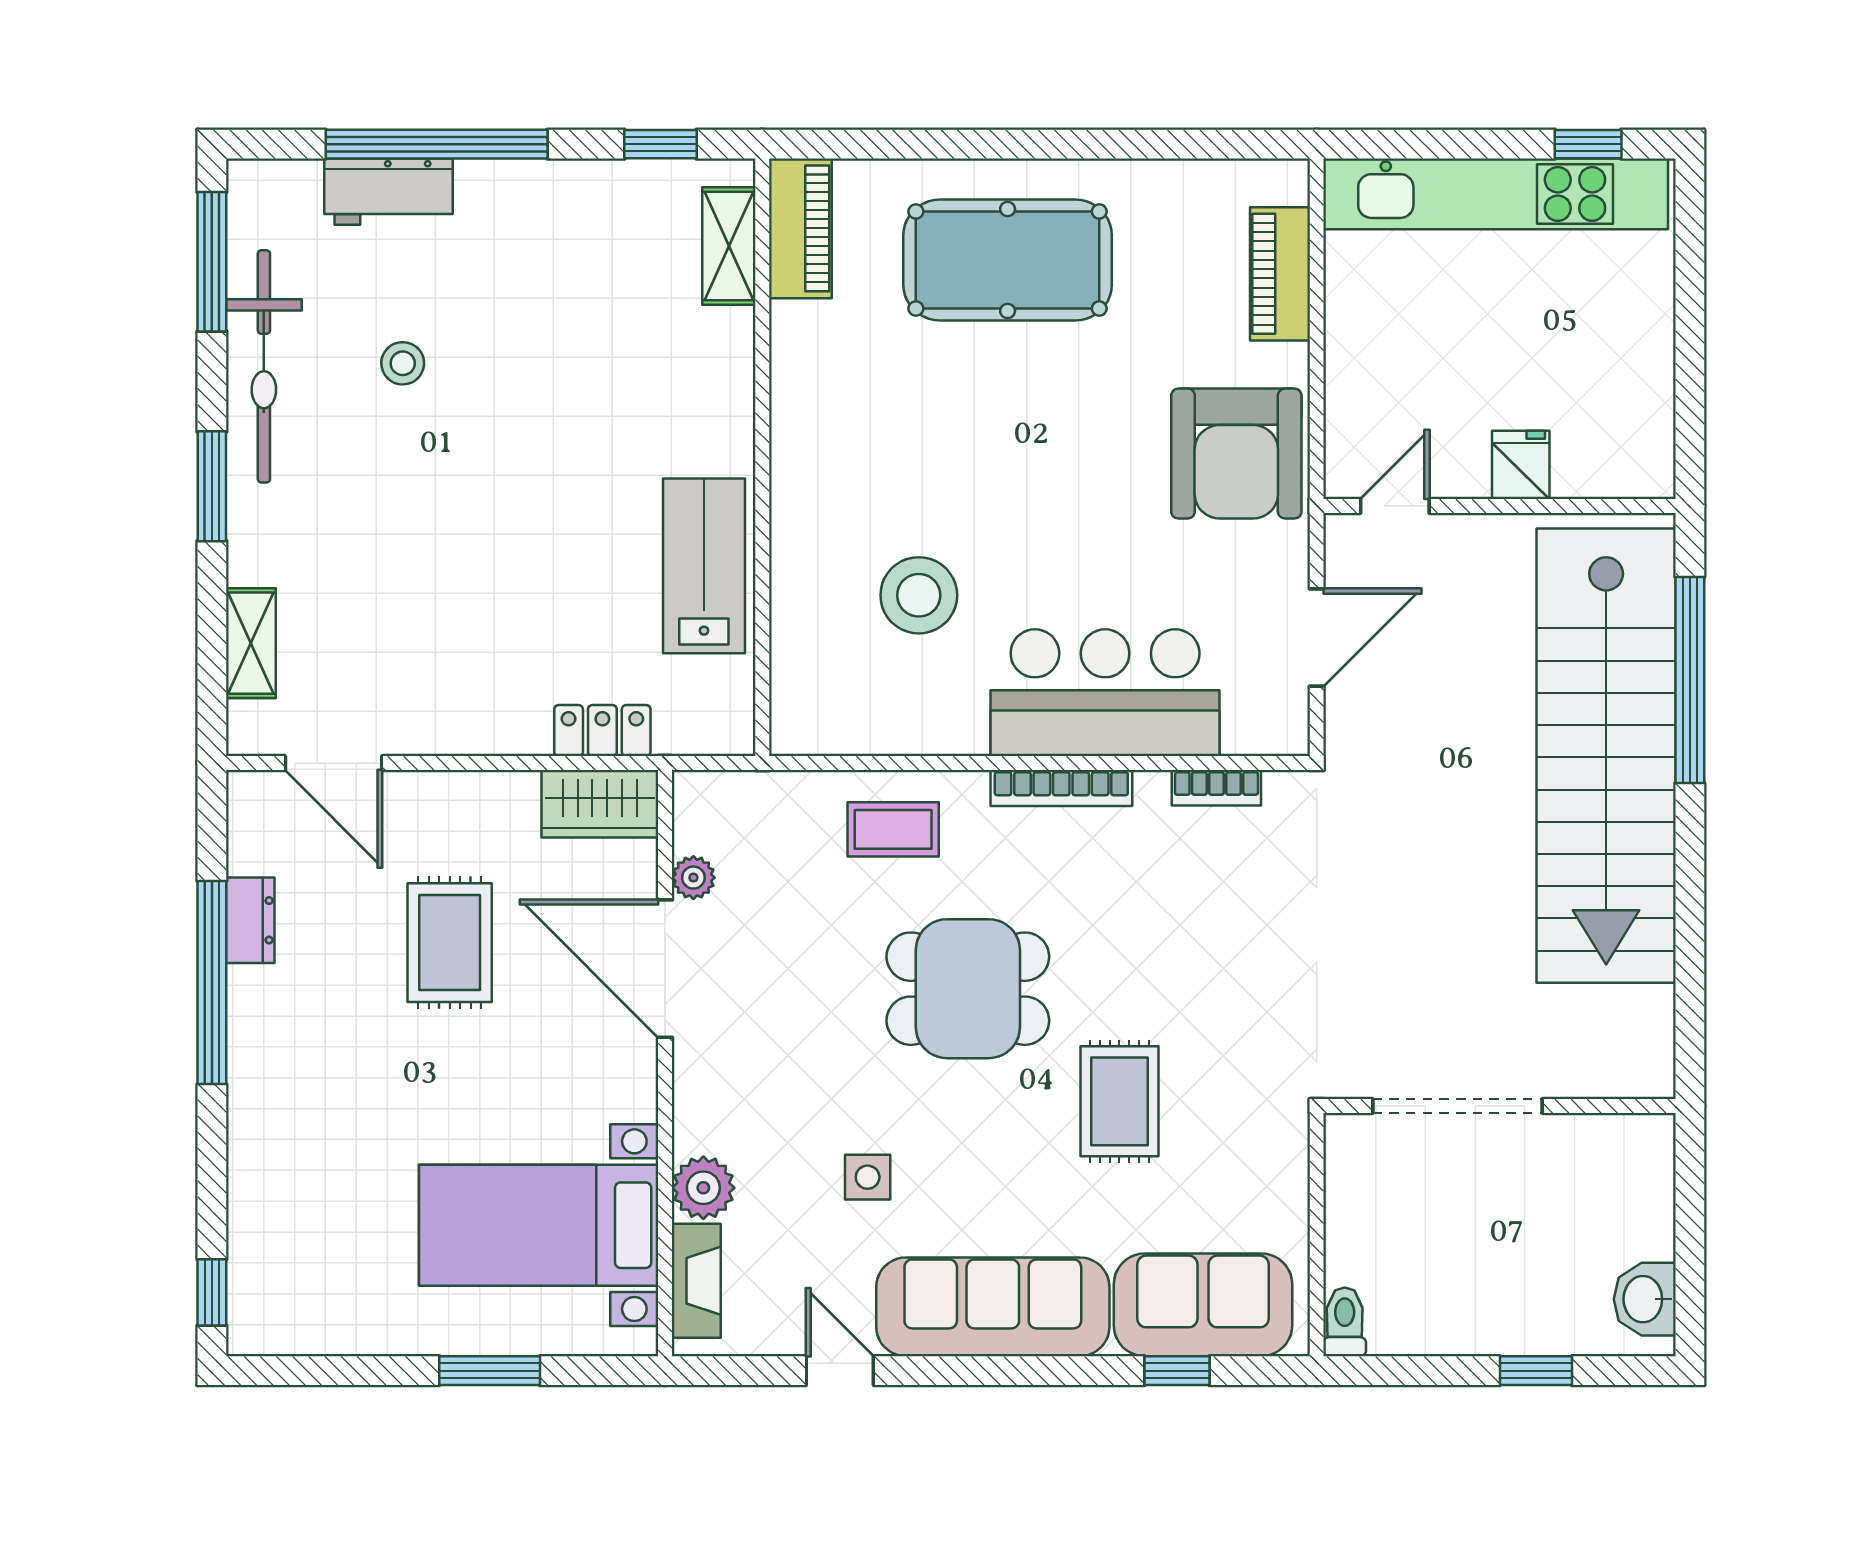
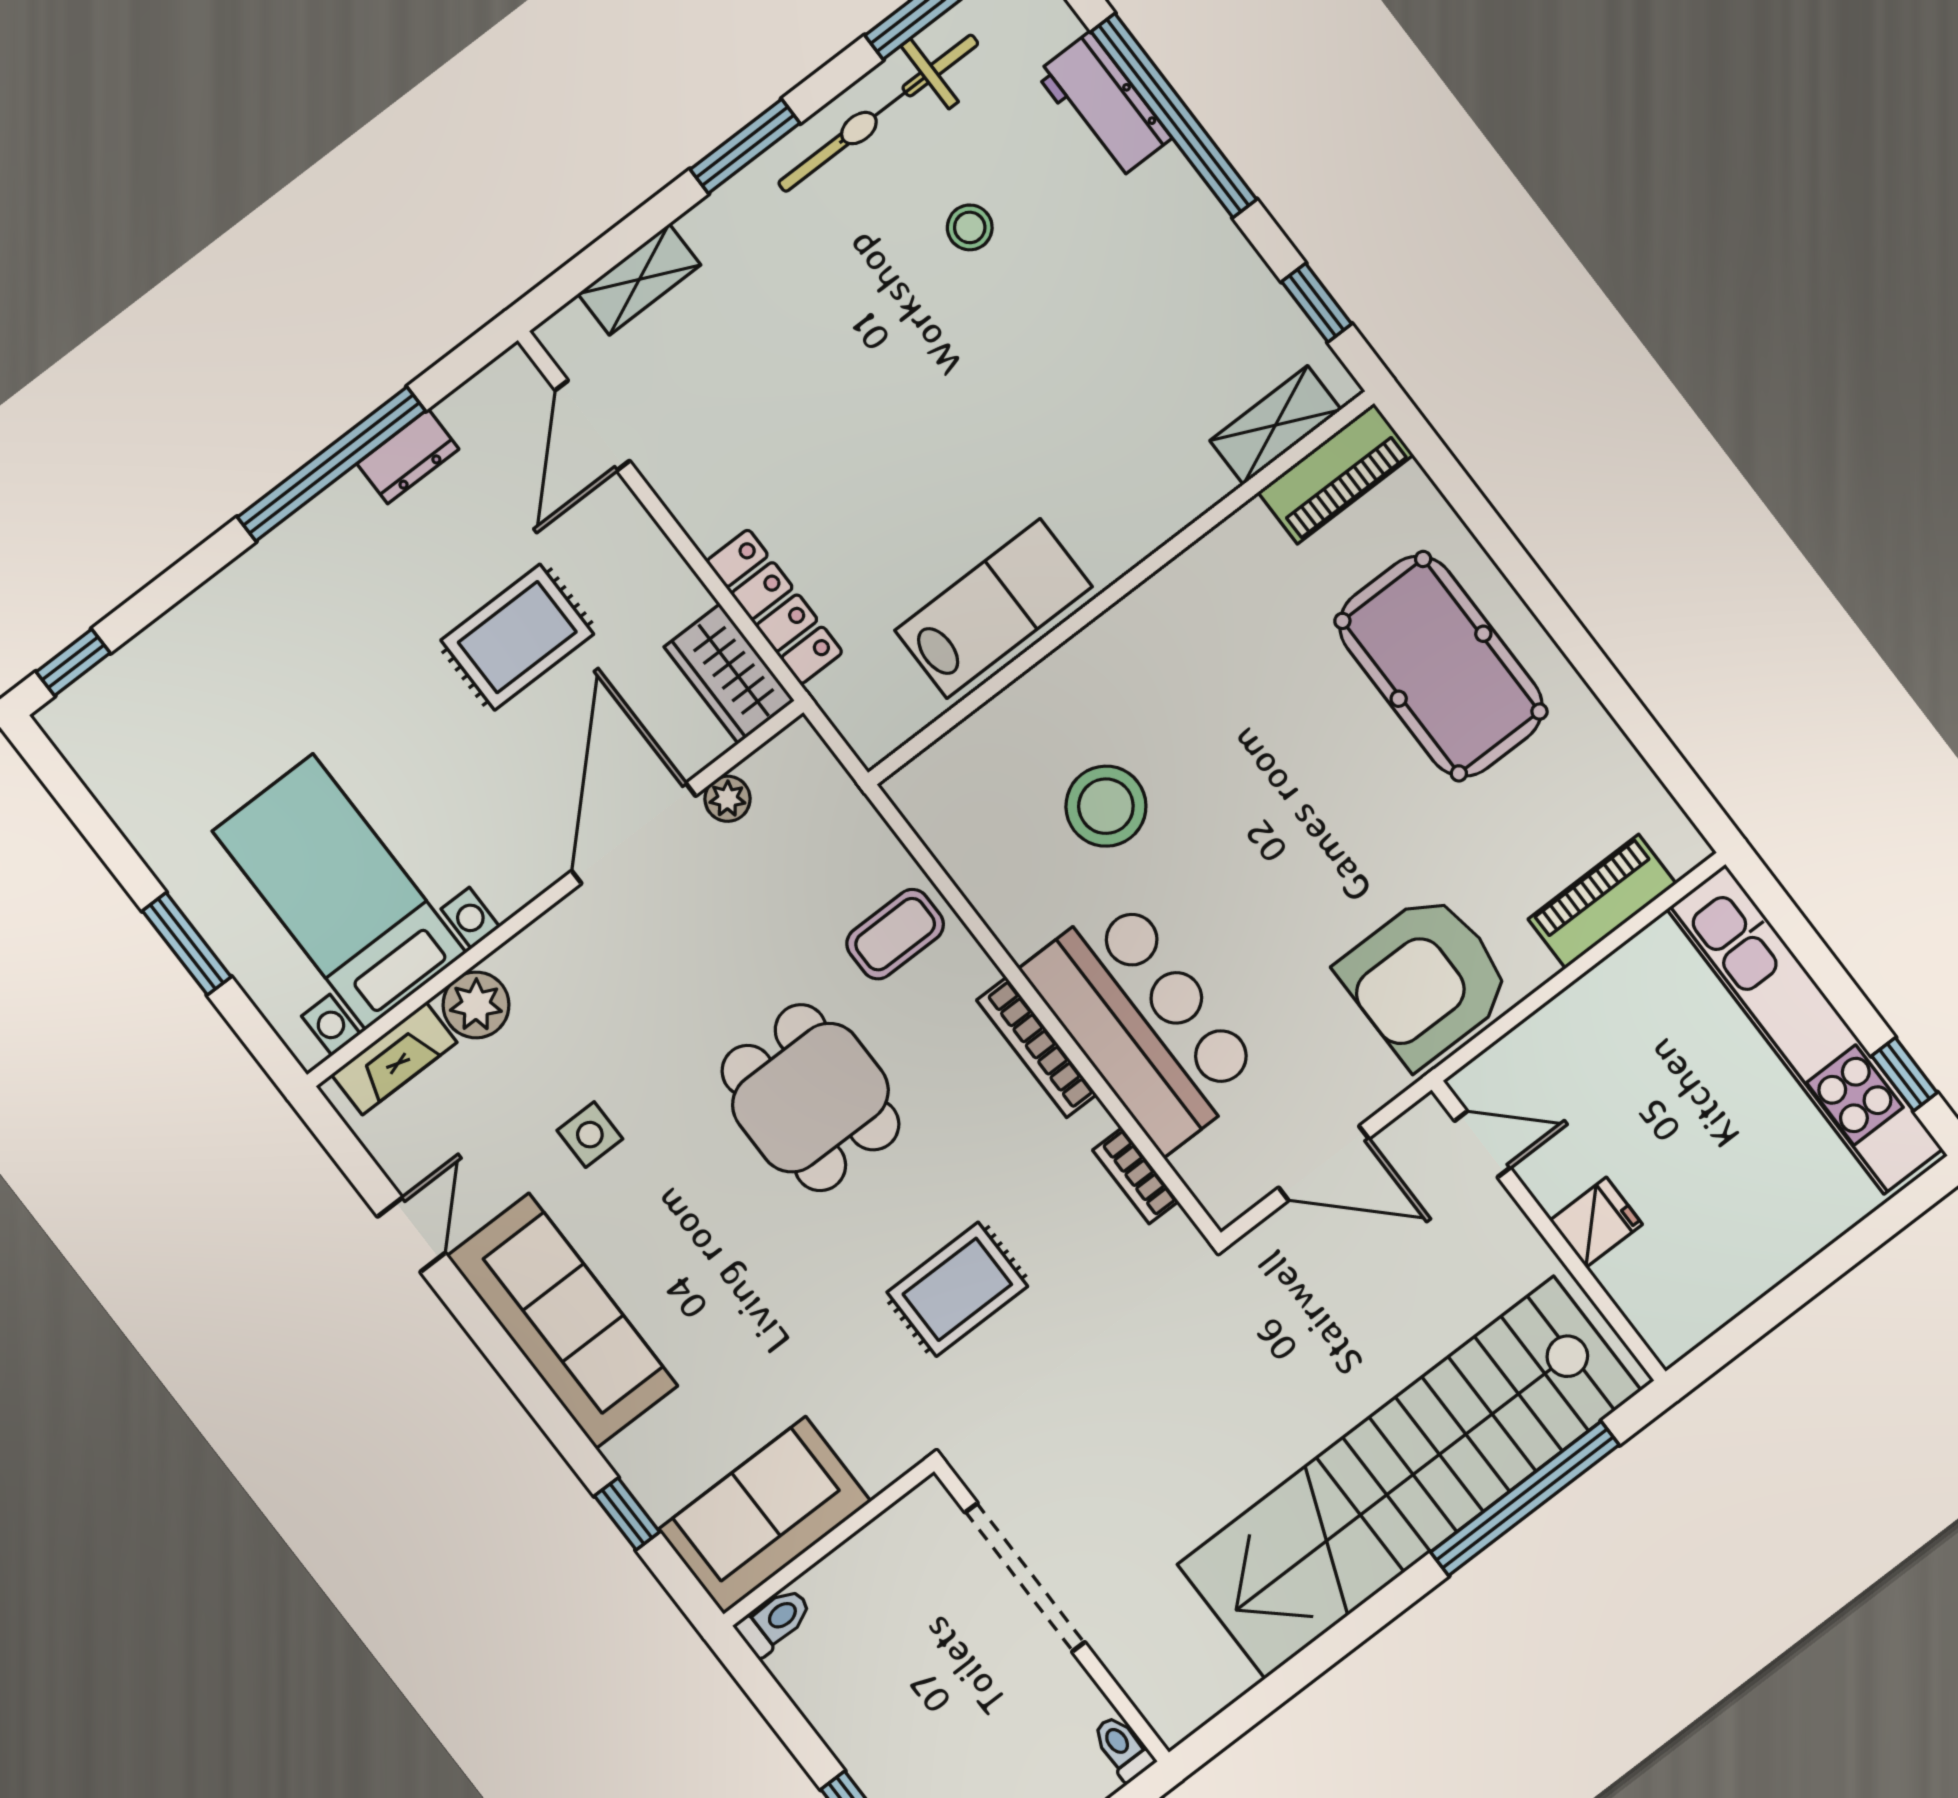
locker: (602, 731) -> (774, 607), width x1.53
coffee table: (893, 829) -> (895, 934), turned 90
rug: (1119, 1101) -> (957, 1289), moved
toilet: (1645, 1132) -> (1123, 1748), added
sofa: (1203, 1305) -> (765, 1515), moved, turned -90

